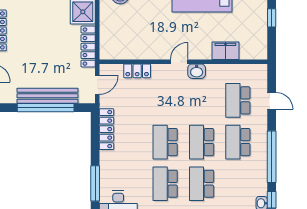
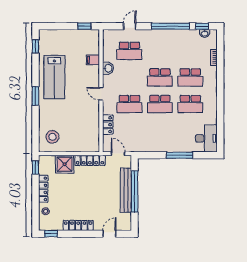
window: (272, 18) -> (84, 26), moved
filing cabinet: (225, 51) -> (93, 60), width x0.50
washbasin: (197, 71) -> (108, 68), moved
locker: (106, 129) -> (150, 147), removed
school desk: (238, 142) -> (129, 104), moved
window: (95, 183) -> (179, 155), moved

